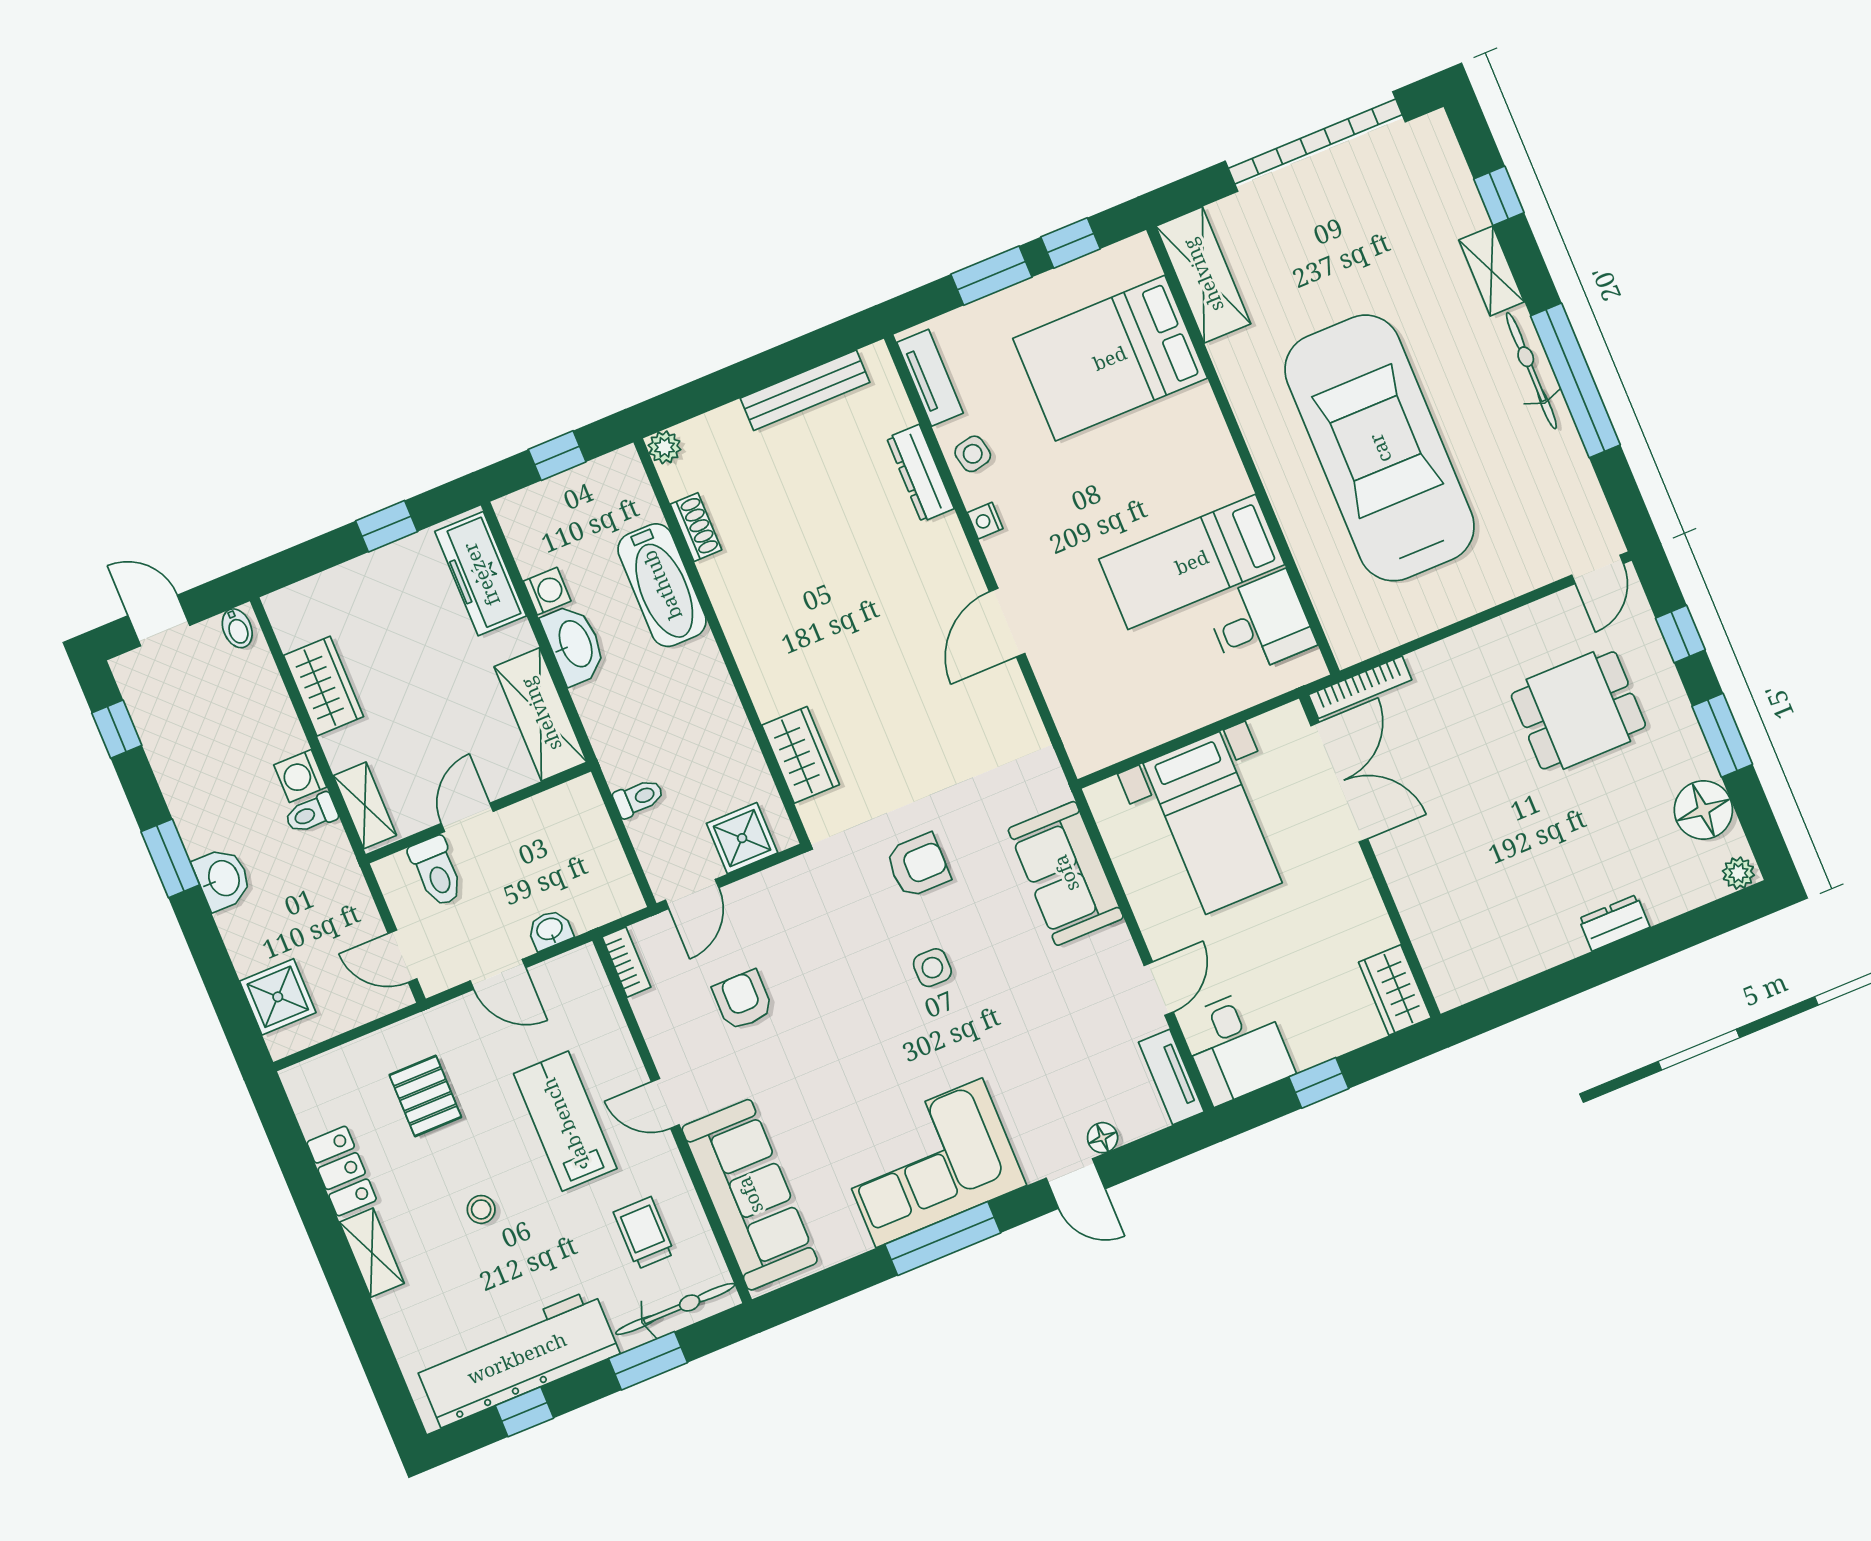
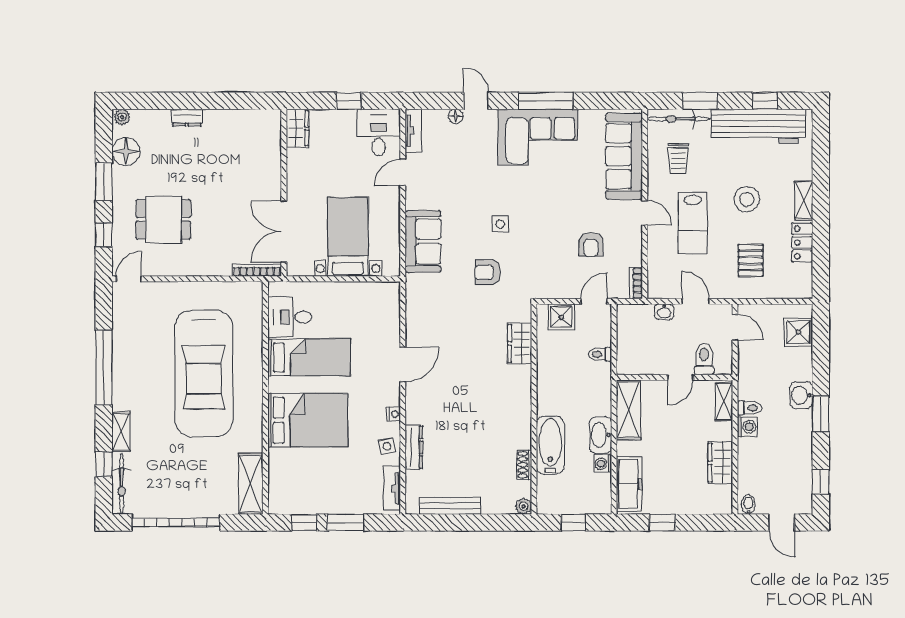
bed: (1110, 358) -> (308, 420), moved
bicycle: (1531, 371) -> (122, 484), moved
stool: (481, 1209) -> (747, 199), width x1.89, depth x1.89

